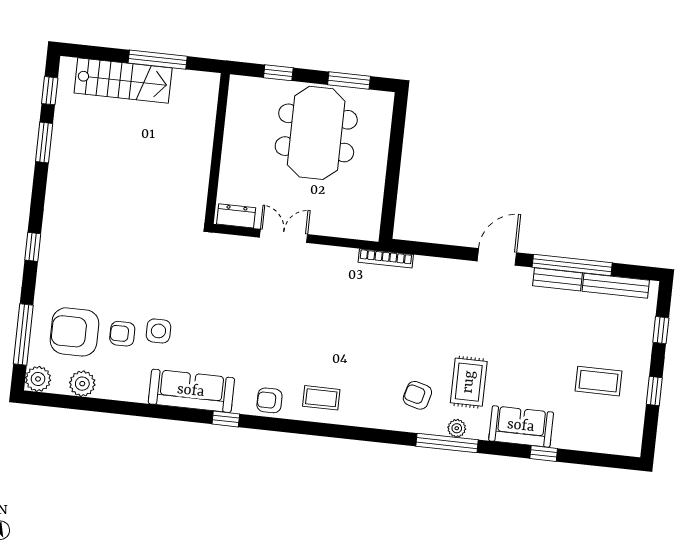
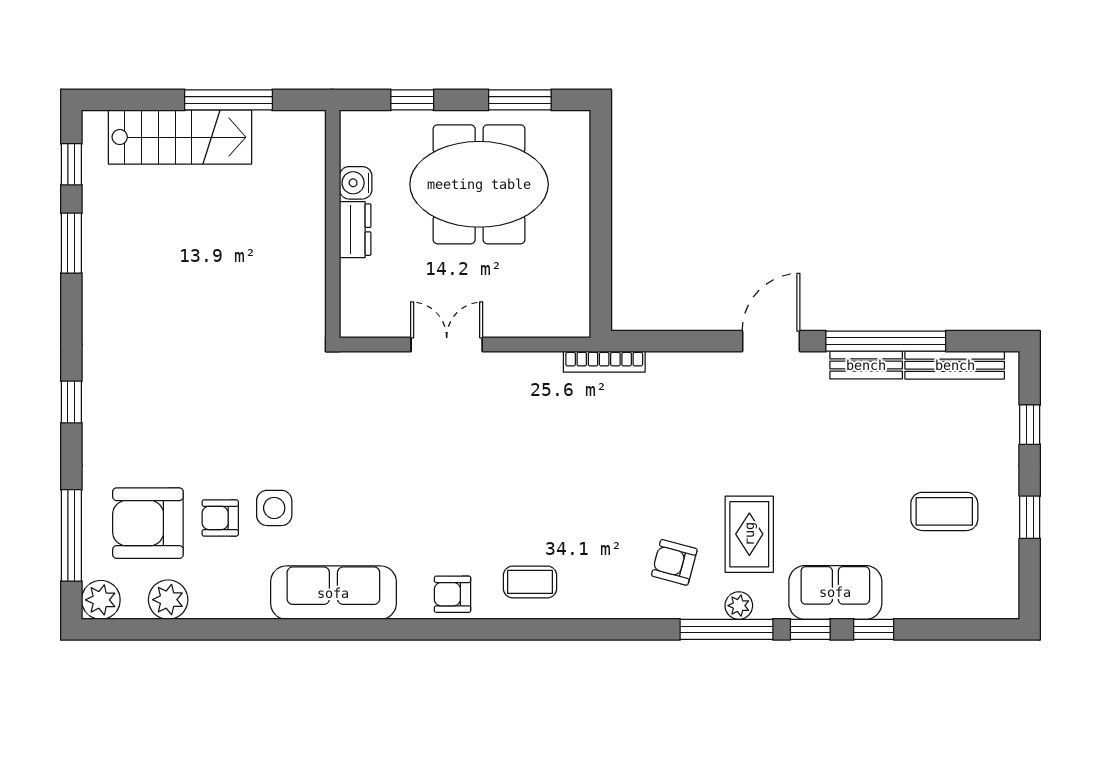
water cooler: (235, 123) -> (356, 183), added
meeting table: (316, 133) -> (479, 184), turned 90
dresser: (236, 216) -> (355, 230), moved, turned 90
window: (226, 419) -> (810, 629), moved

